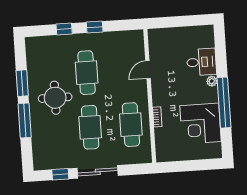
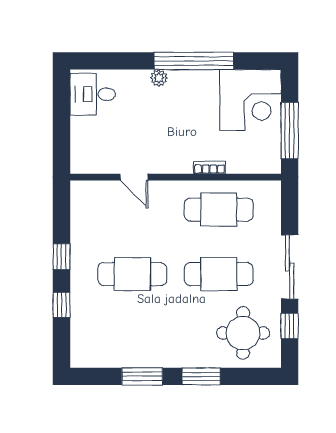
desk: (201, 62) -> (93, 94), moved, turned -90
round table: (55, 98) -> (243, 333), moved
window: (25, 120) -> (201, 376), width x0.69
corner desk: (201, 124) -> (250, 100), moved
window: (184, 166) -> (290, 131), added

